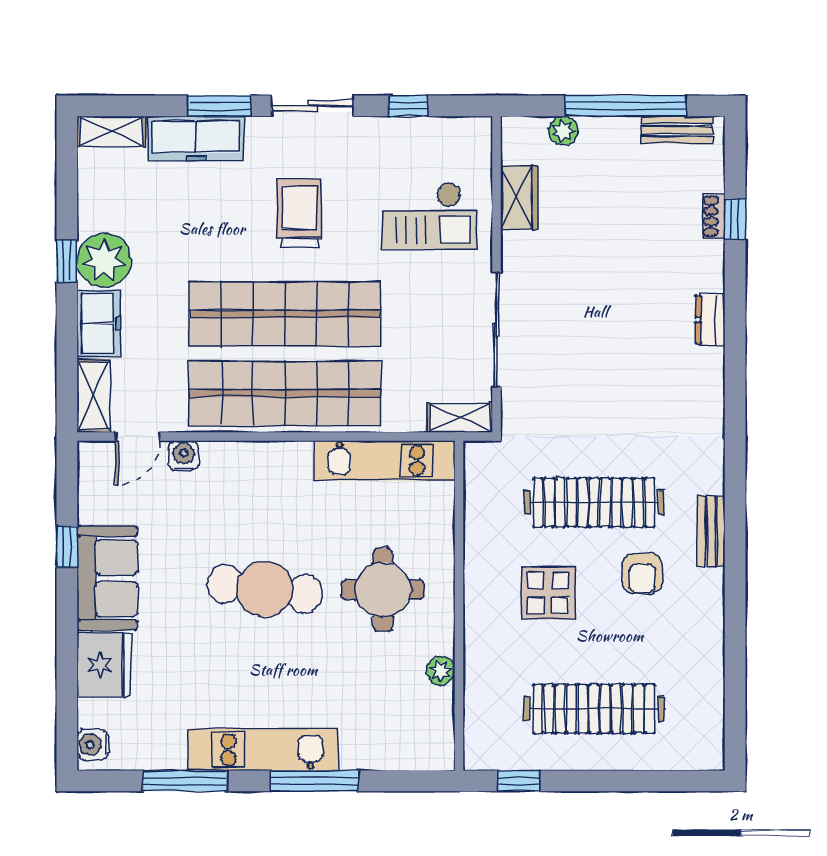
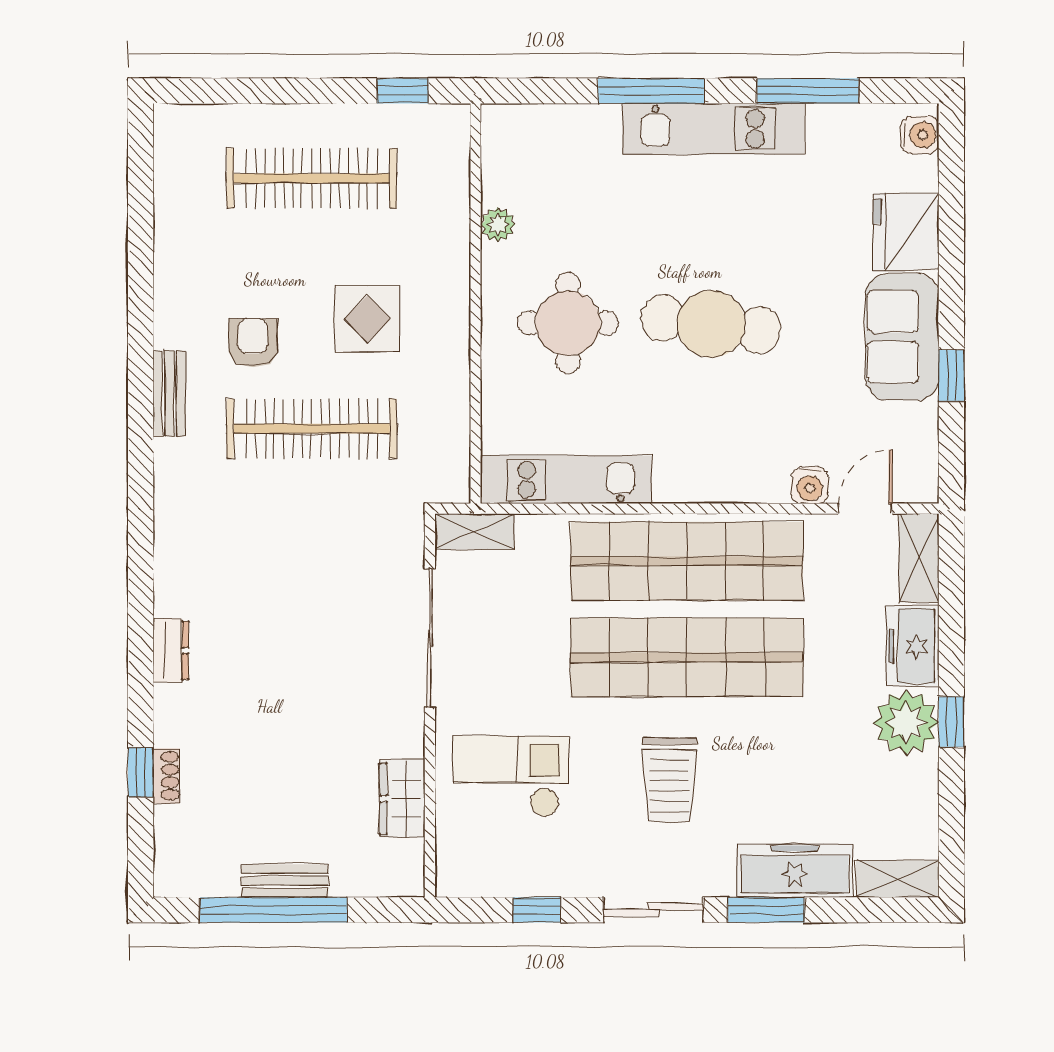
bench: (677, 130) -> (285, 881), moved
plant: (563, 131) -> (349, 880), removed

